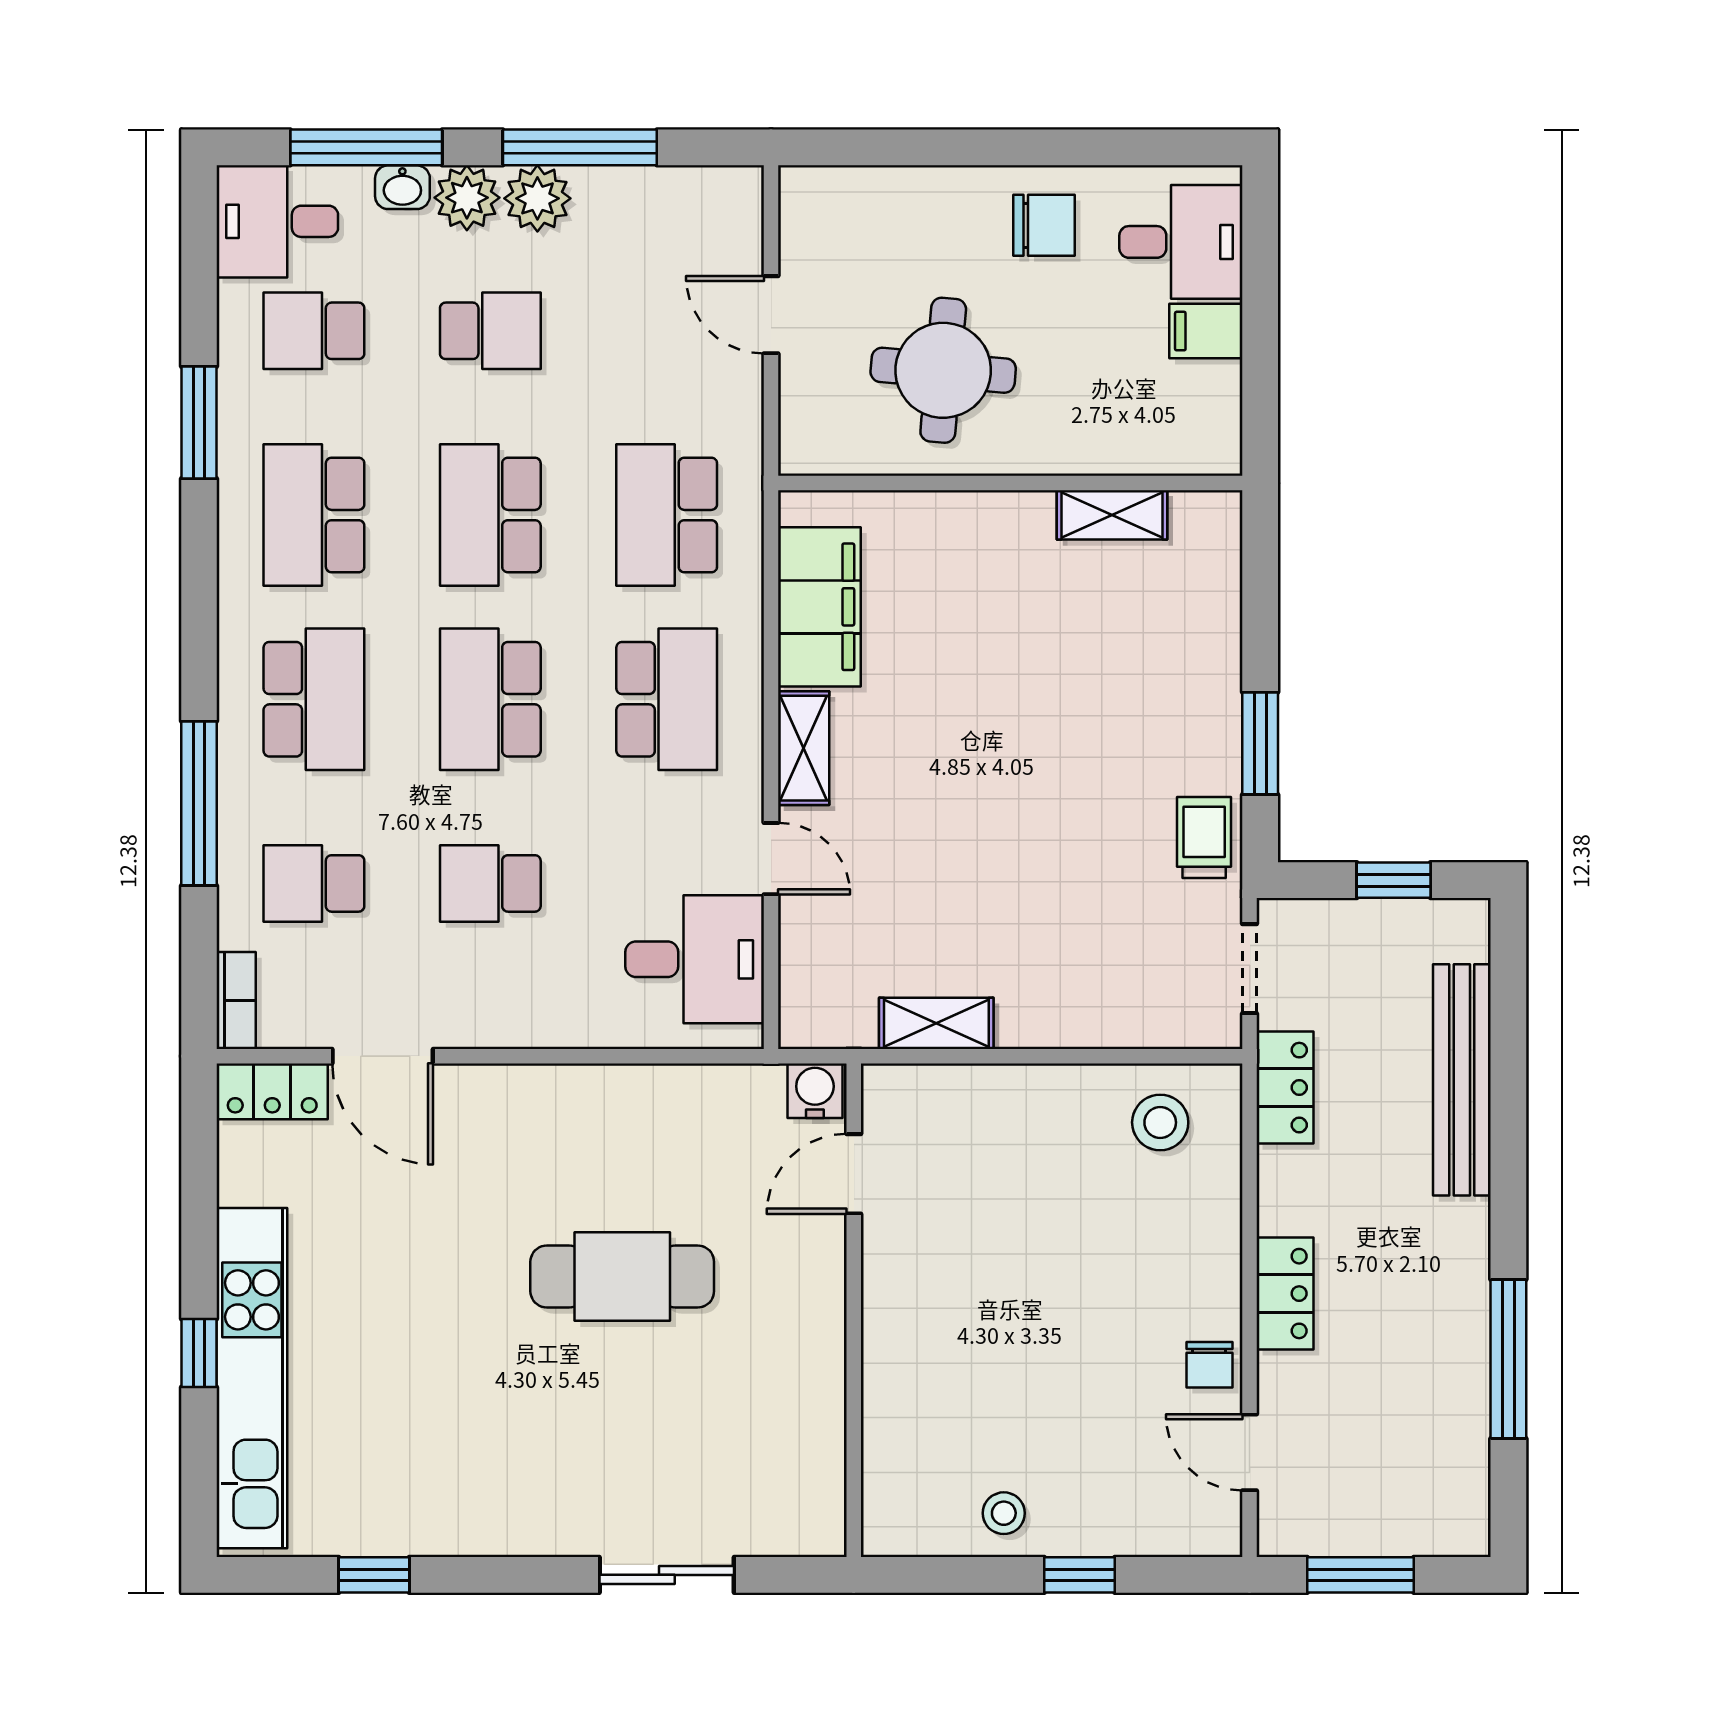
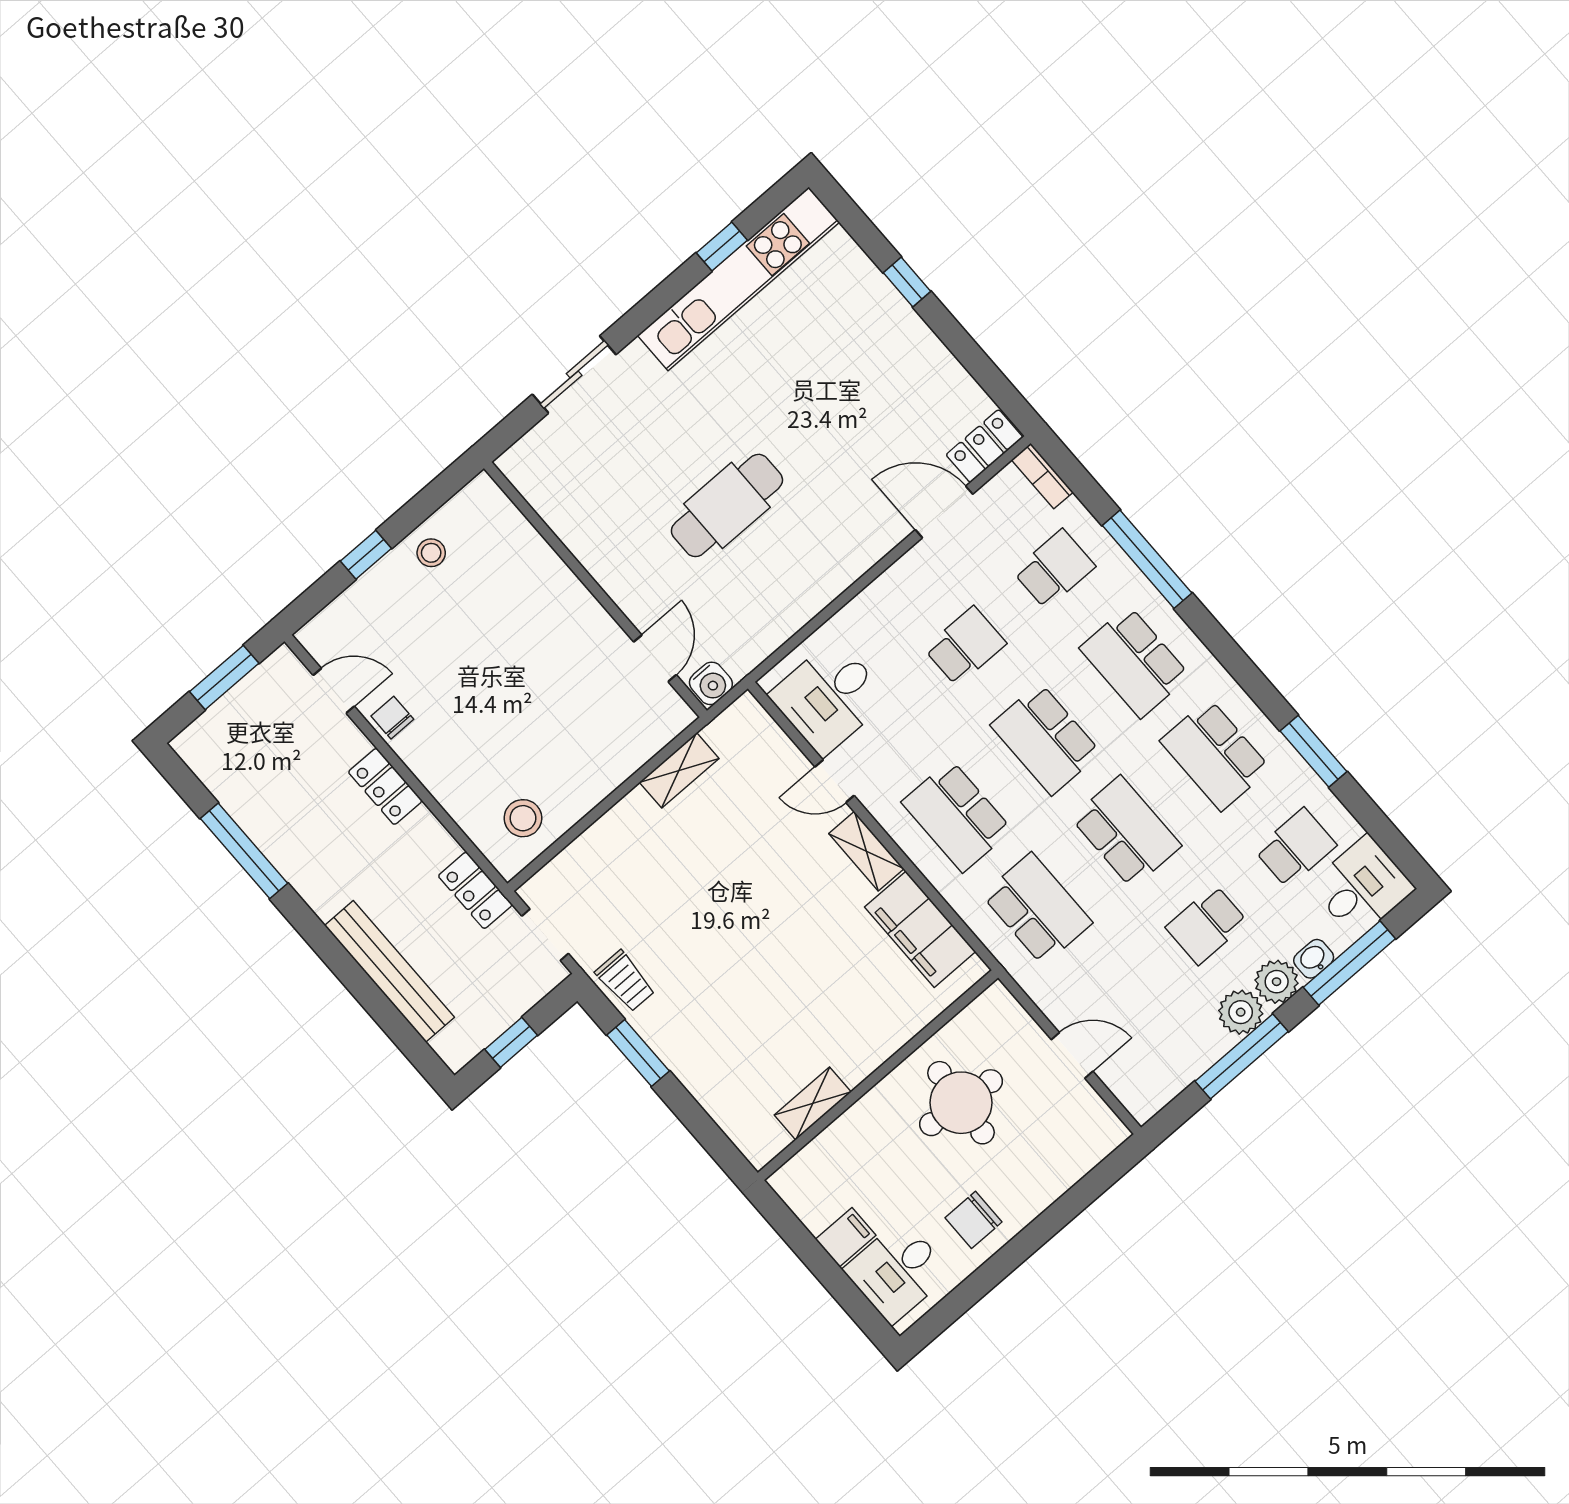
school desk: (314, 515) -> (1215, 755), turned 180
school desk: (490, 699) -> (1046, 739), turned 180
kitchen unit: (252, 1378) -> (738, 279), moved, turned -90

